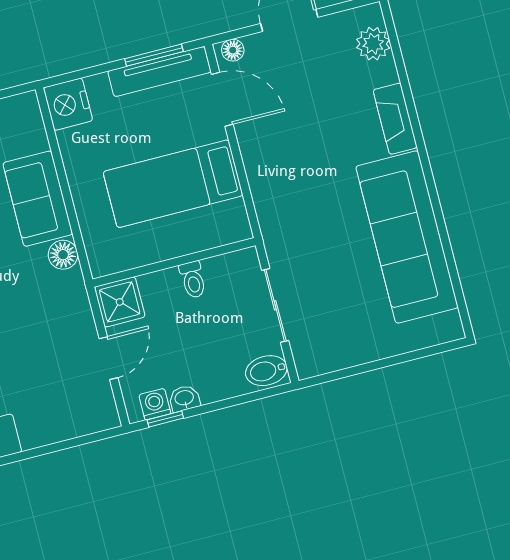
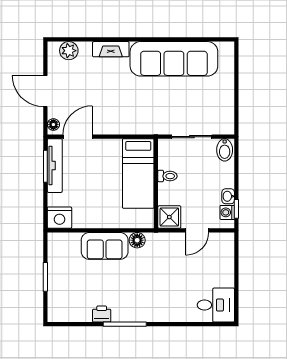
bed: (173, 184) -> (138, 173), moved
door: (108, 358) -> (197, 230), swing flipped

